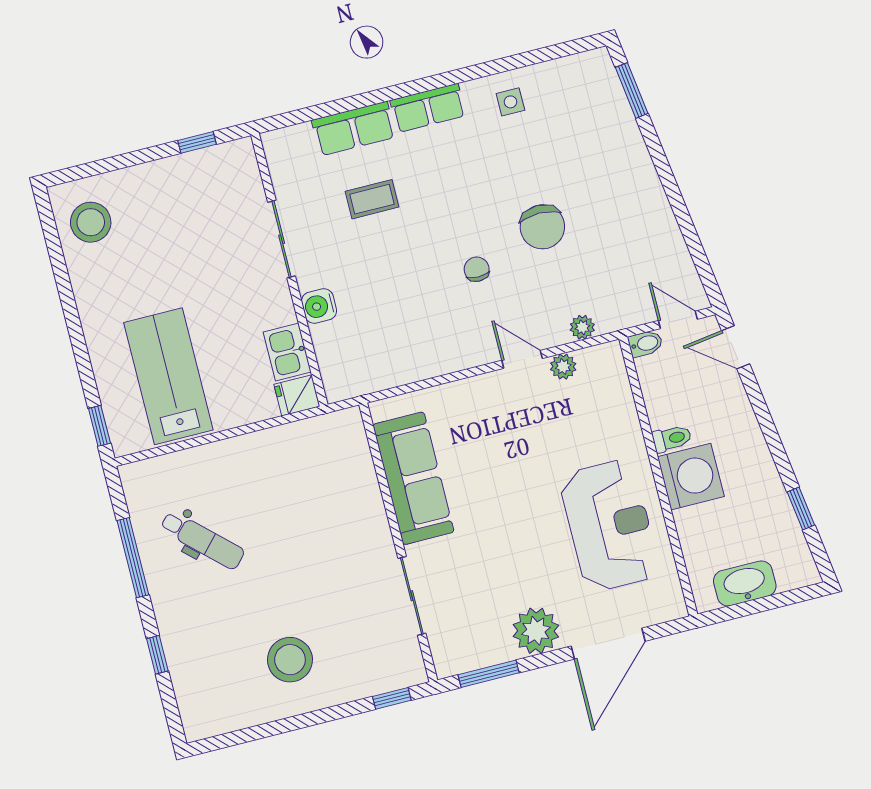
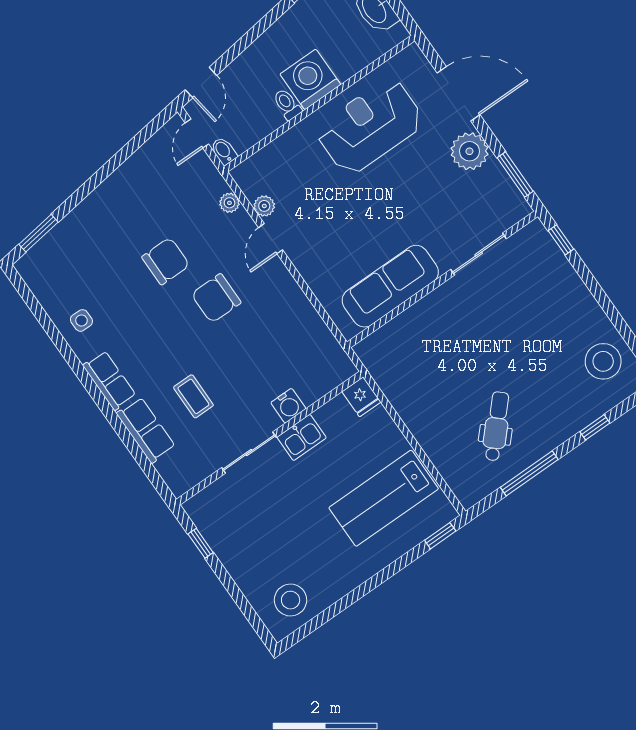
chair: (477, 269) -> (216, 298), width x1.87, depth x1.87
kitchen sink: (287, 352) -> (302, 437), moved
stool: (290, 660) -> (603, 361), moved

